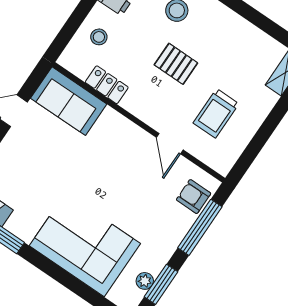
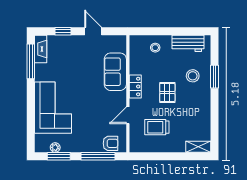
locker: (107, 85) -> (135, 87), moved
sofa: (69, 101) -> (115, 72), moved
armchair: (194, 197) -> (111, 143), turned 90

